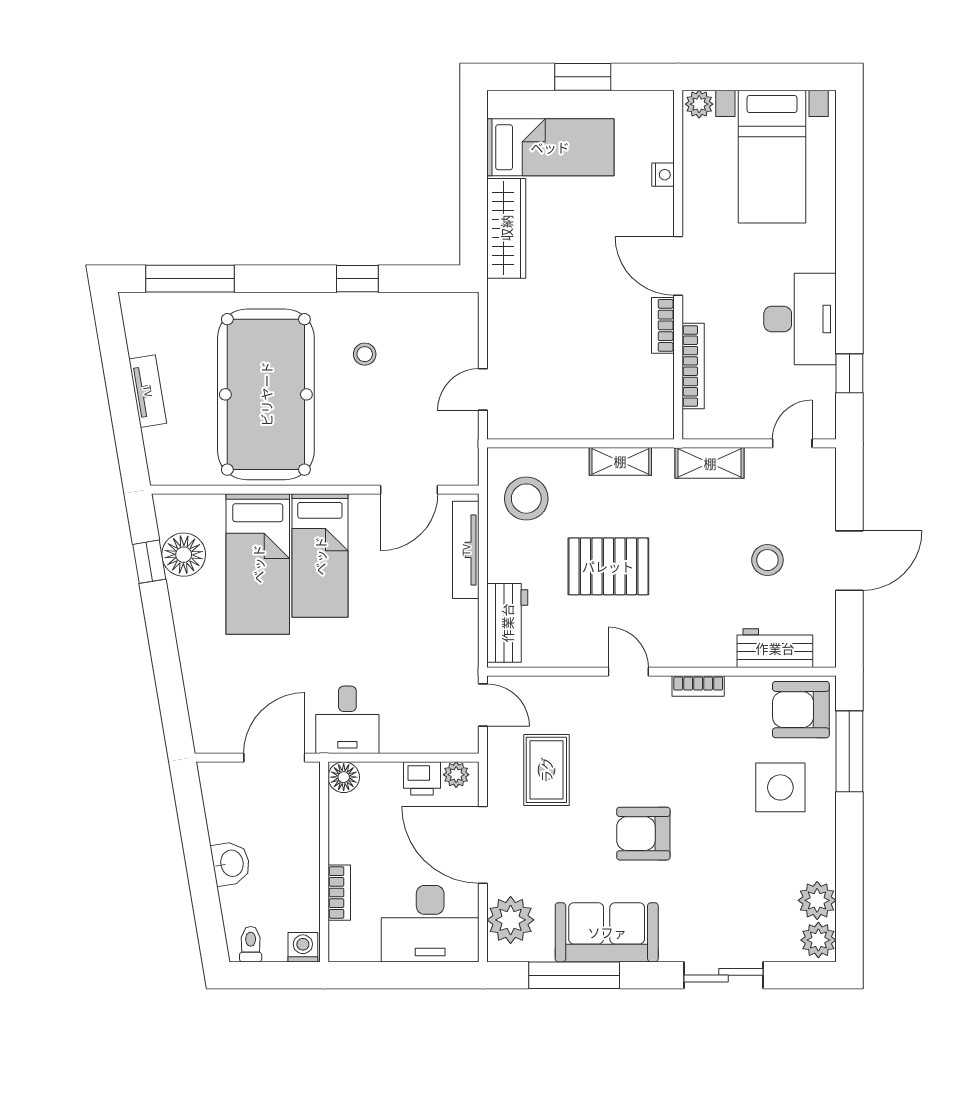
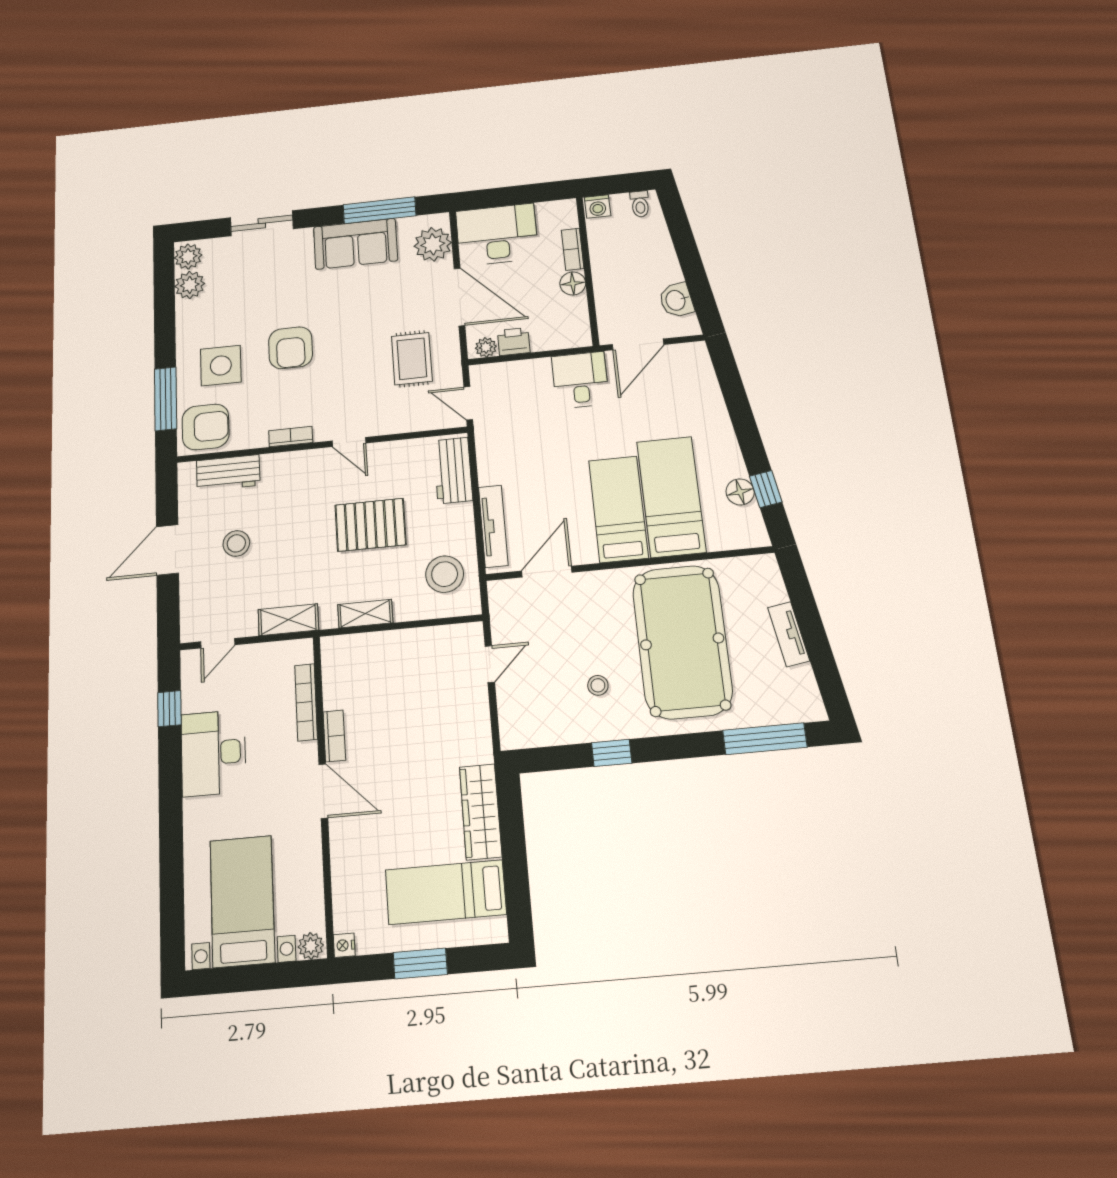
nightstand: (663, 175) -> (344, 945), moved
floor lamp: (184, 555) -> (740, 492), width x0.73, depth x0.73
floor lamp: (344, 777) -> (573, 283), moved
armchair: (643, 834) -> (291, 348), moved, turned 90
washbasin: (231, 863) -> (676, 300), moved

